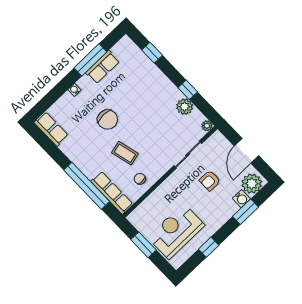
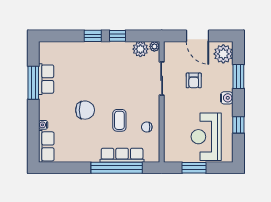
window: (152, 53) -> (93, 36), moved
water cooler: (74, 90) -> (43, 125), moved
plant: (185, 107) -> (140, 49), moved
row of seats: (51, 129) -> (46, 146), moved, turned 90
coffee table: (125, 153) -> (119, 120), turned -76
row of seats: (112, 193) -> (122, 155), moved
water cooler: (241, 199) -> (227, 98), moved

